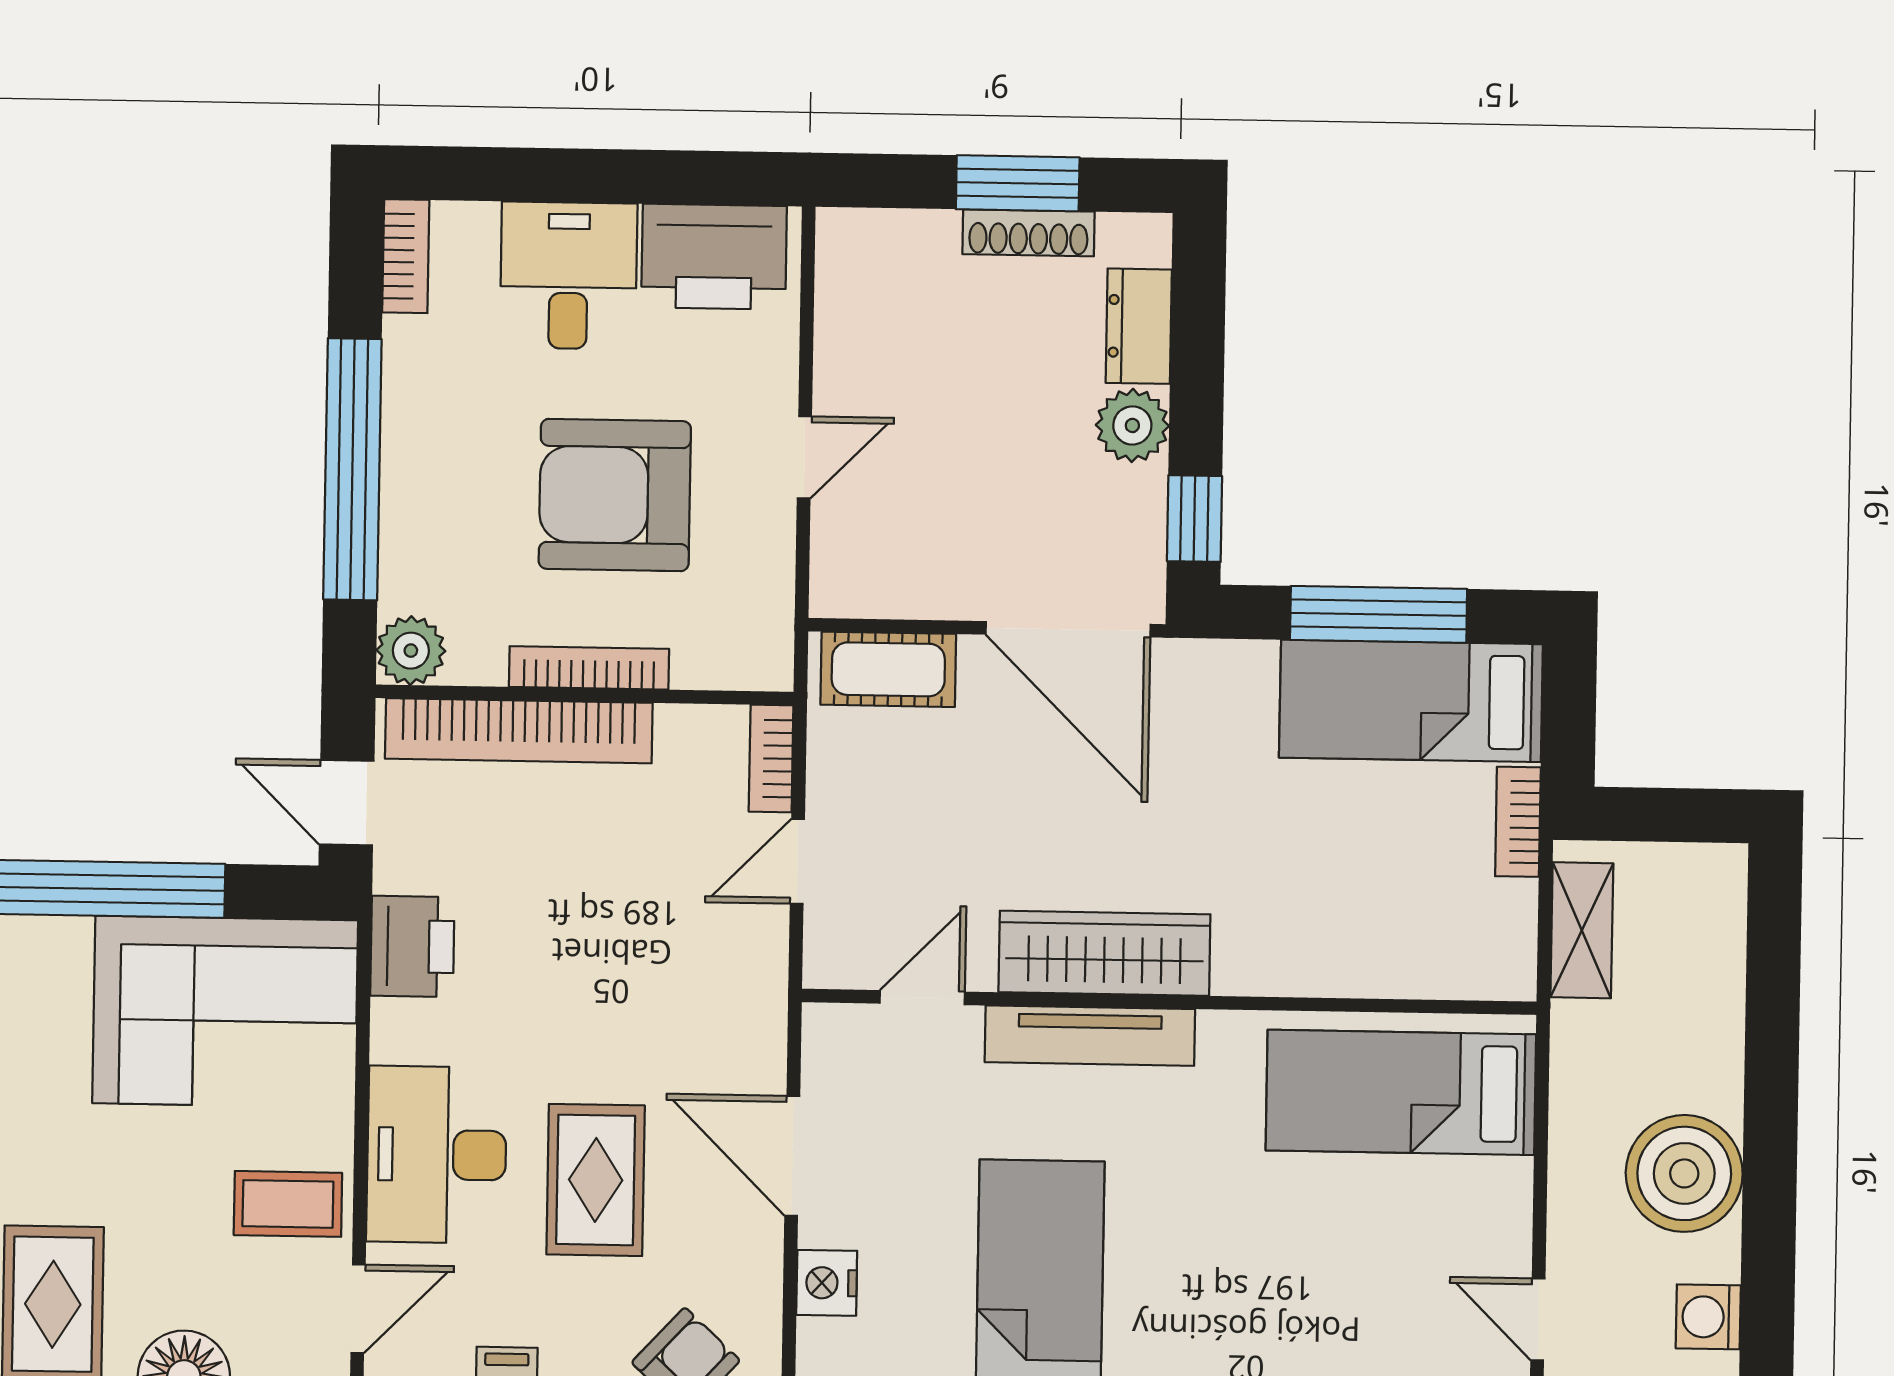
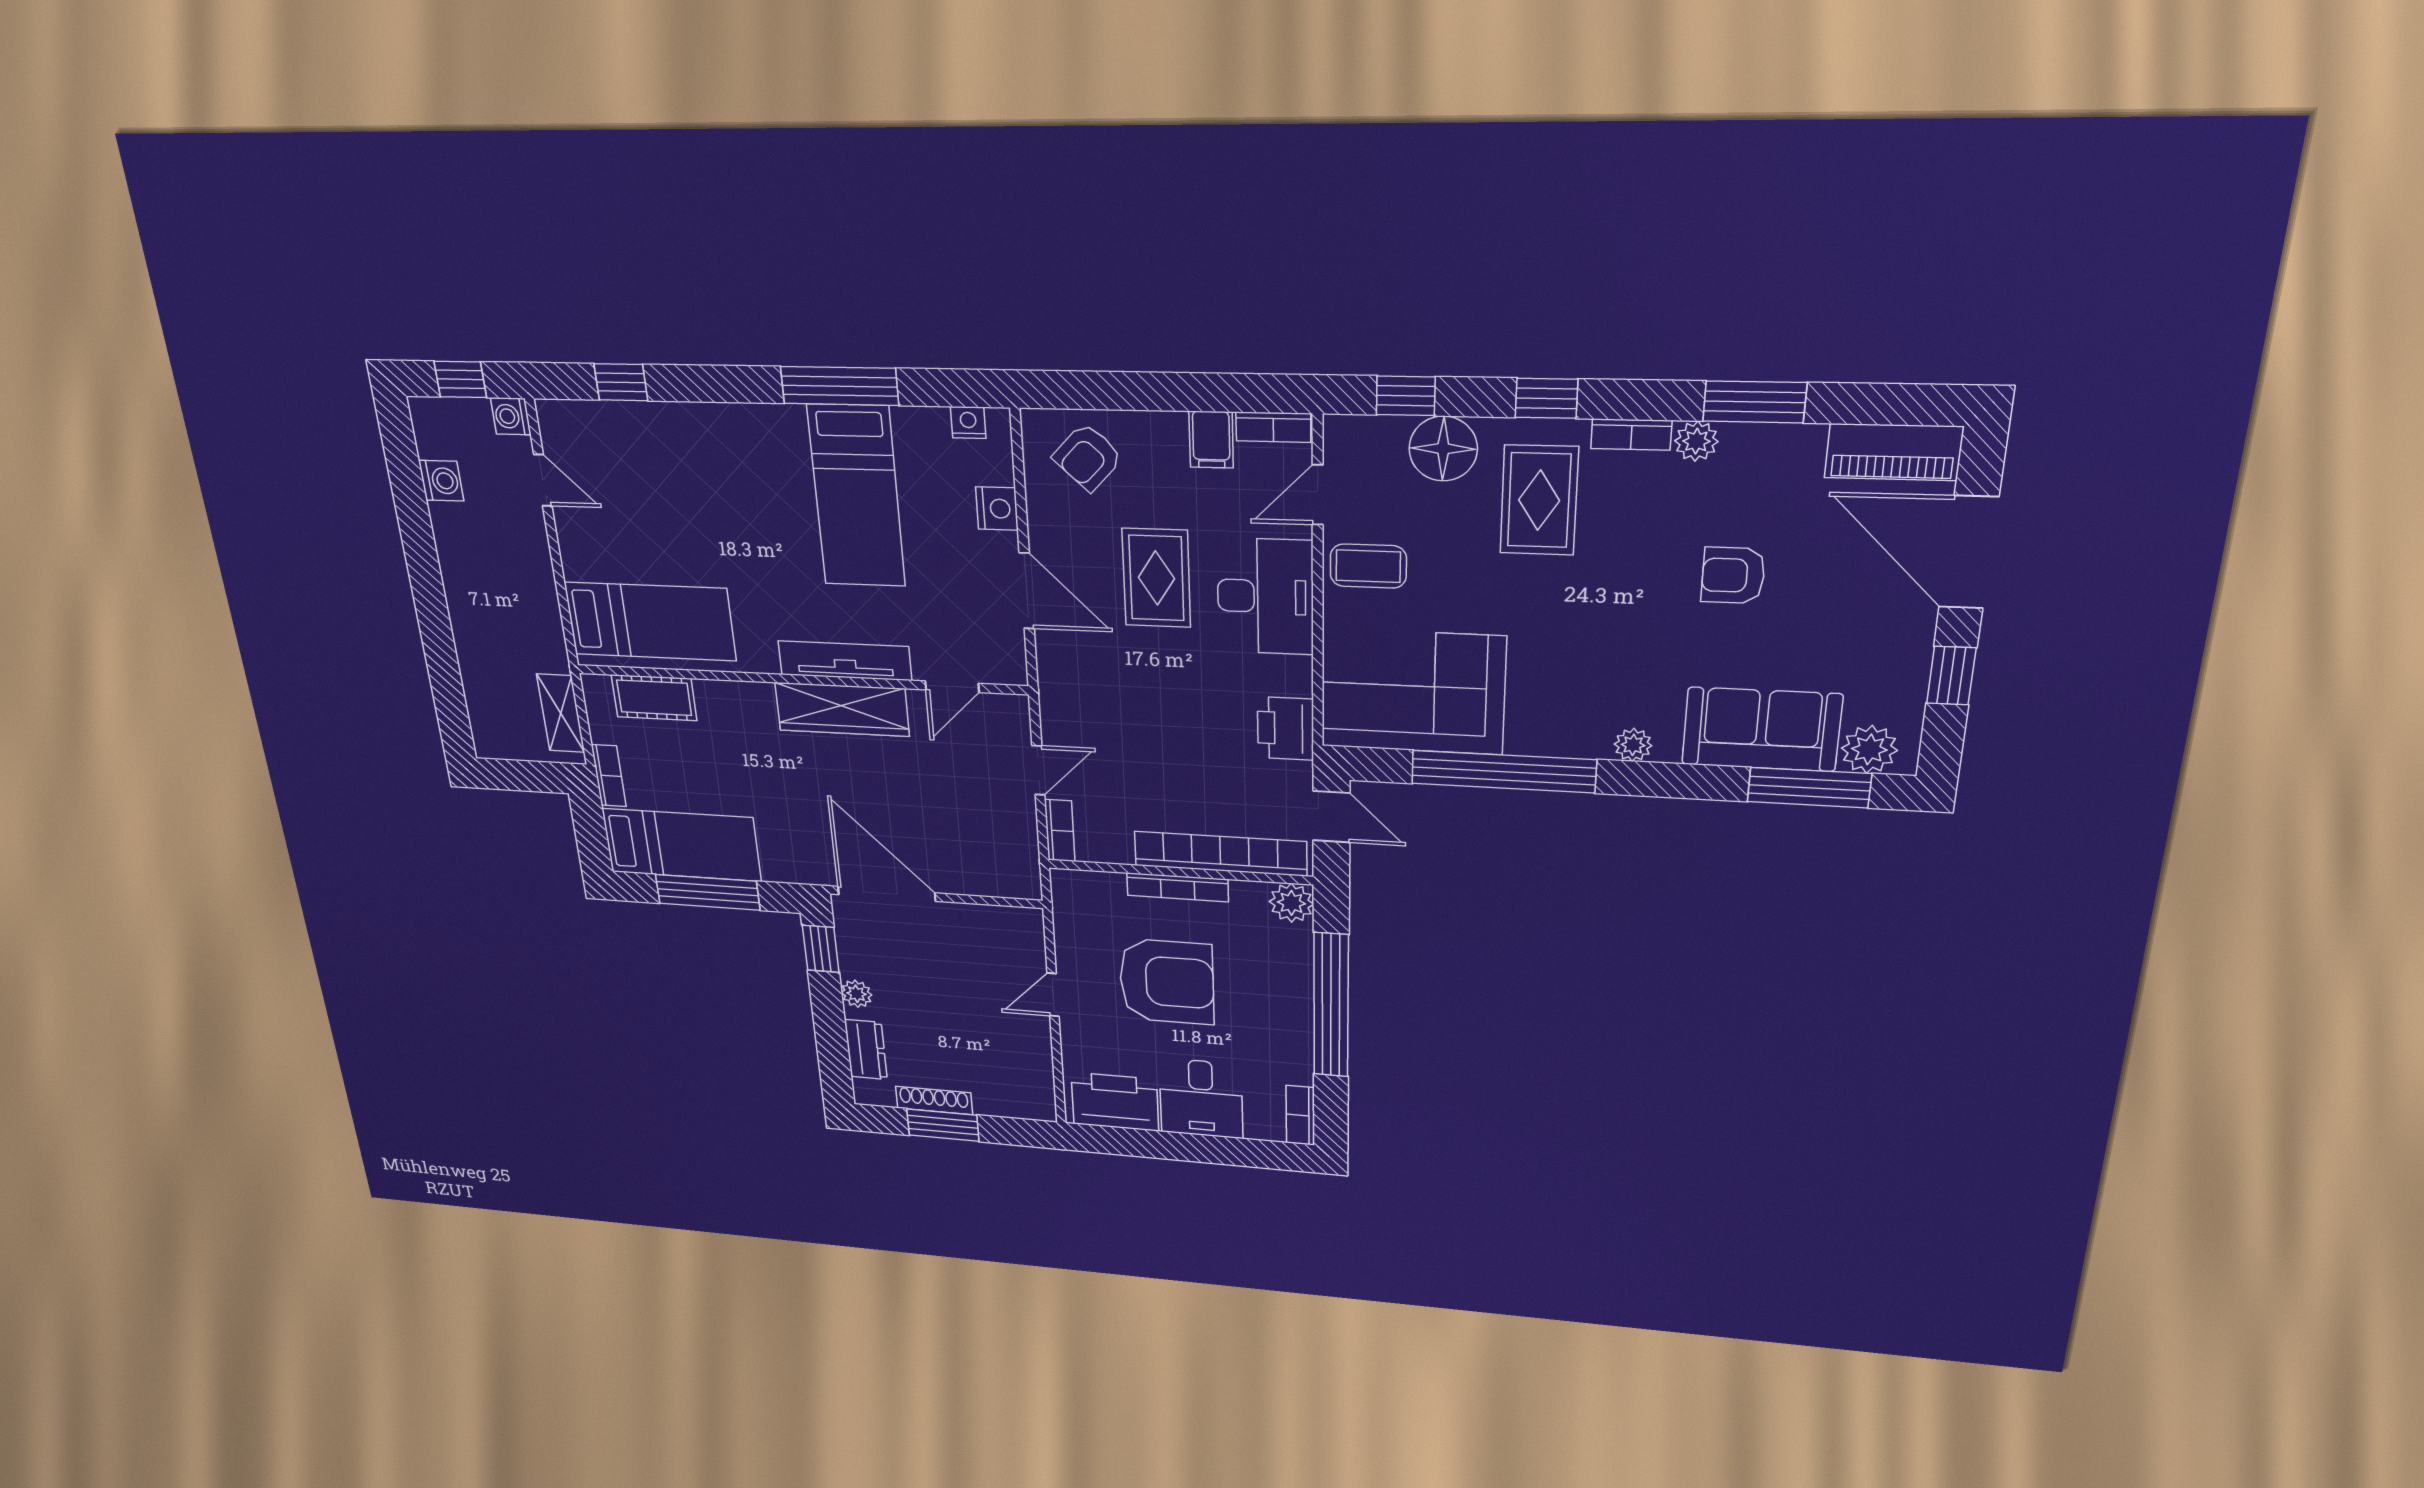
plant: (1132, 425) -> (856, 994), width x0.73, depth x0.73
cot: (888, 669) -> (654, 698), moved
boiler: (1684, 1173) -> (473, 569), removed

